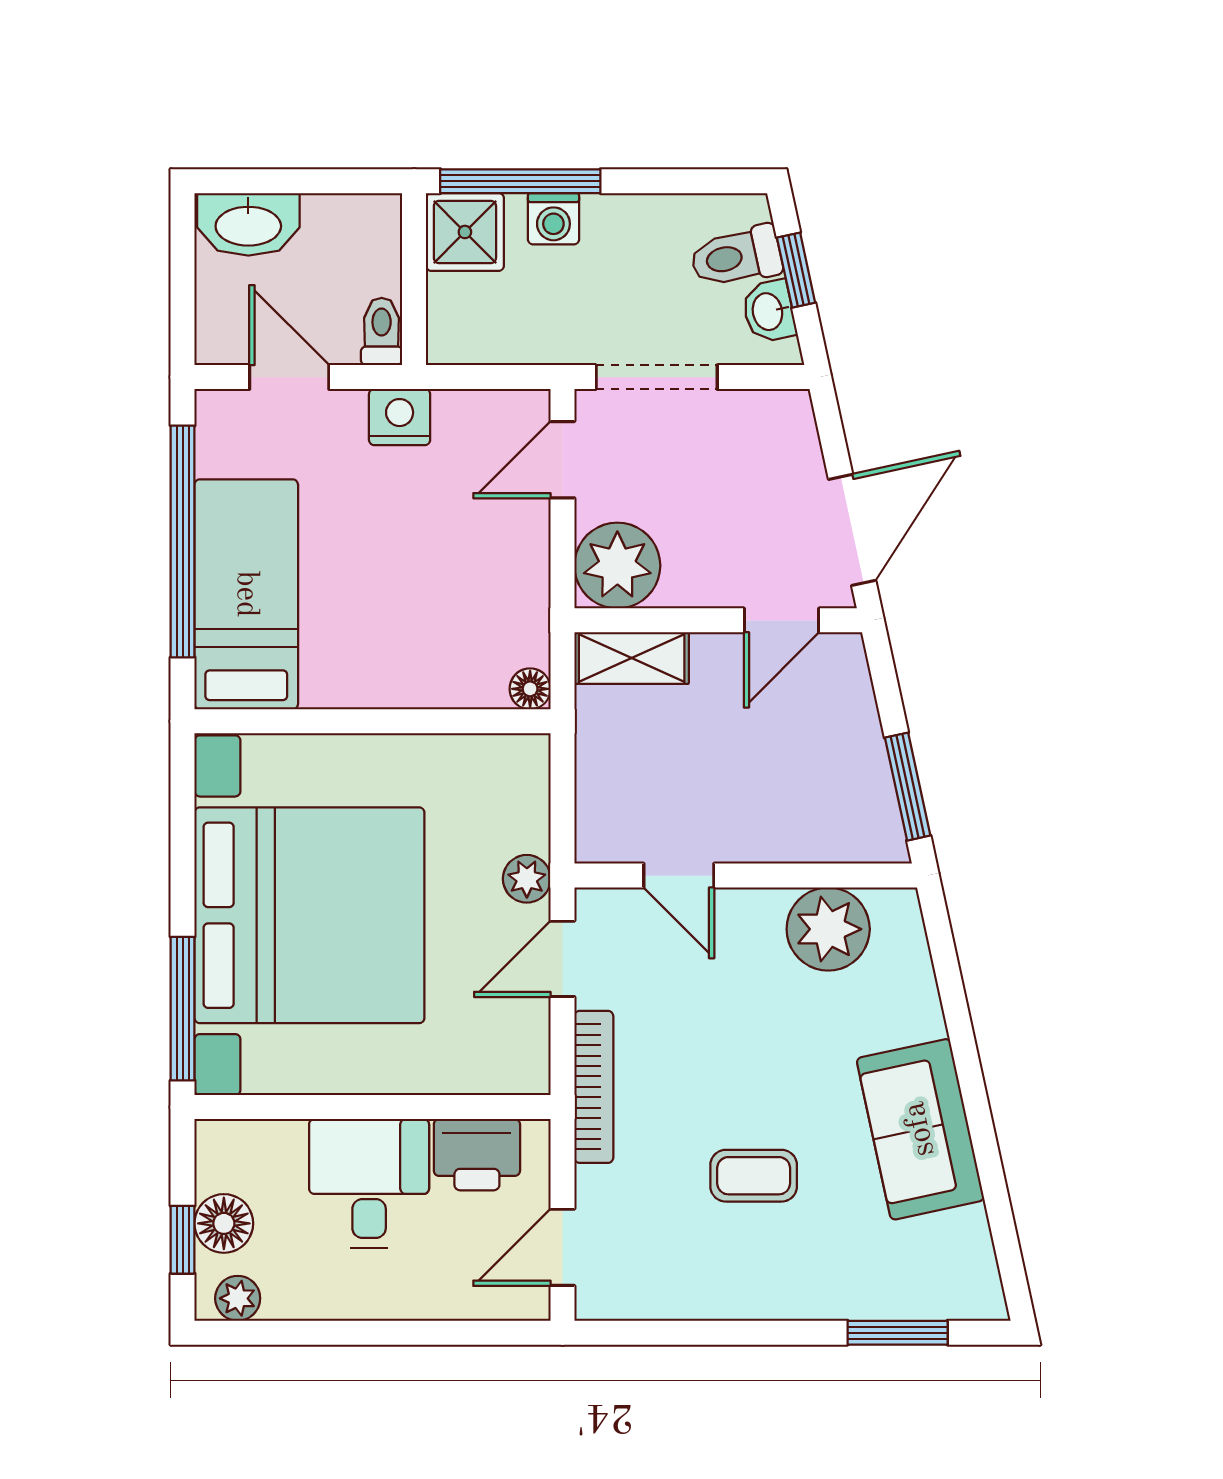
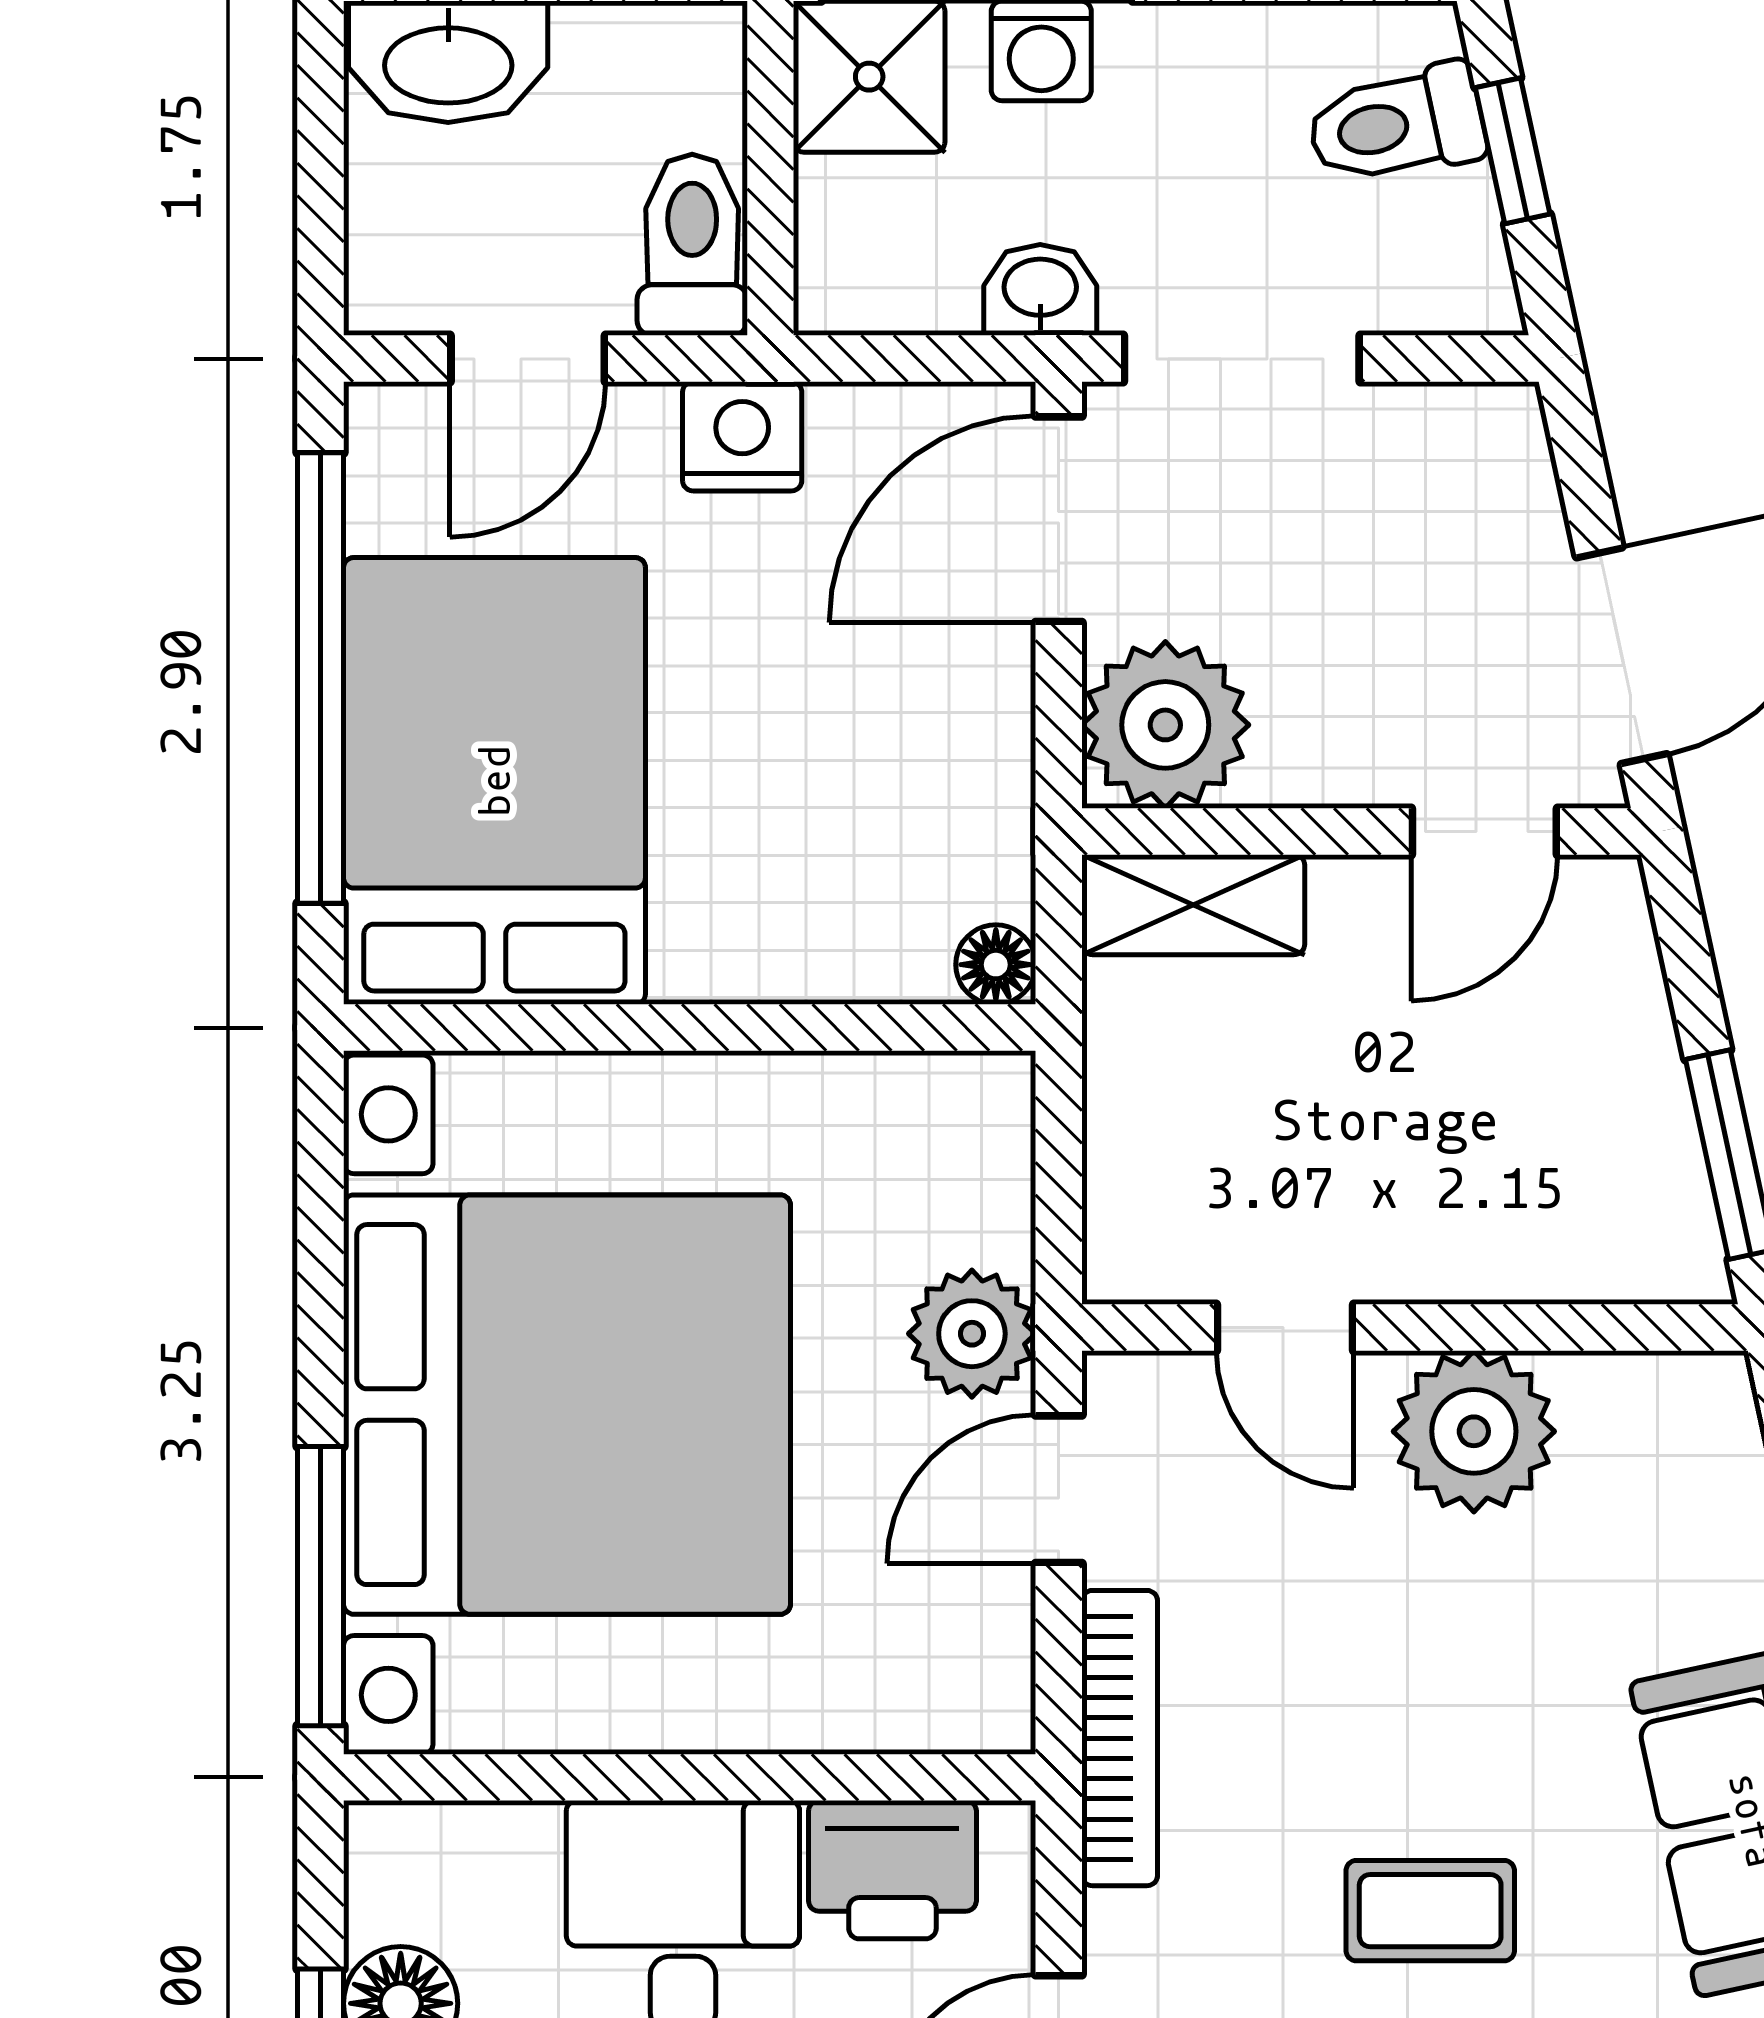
washbasin: (769, 311) -> (1040, 290), moved, turned 102
toilet: (382, 331) -> (692, 245), width x1.37, depth x1.39
door: (289, 377) -> (528, 359), swing flipped
door: (562, 460) -> (1059, 519), width x1.37
bed: (246, 594) -> (494, 781), width x1.50
plant: (527, 879) -> (972, 1334), width x1.38, depth x1.38
plant: (828, 929) -> (1474, 1431), moved

